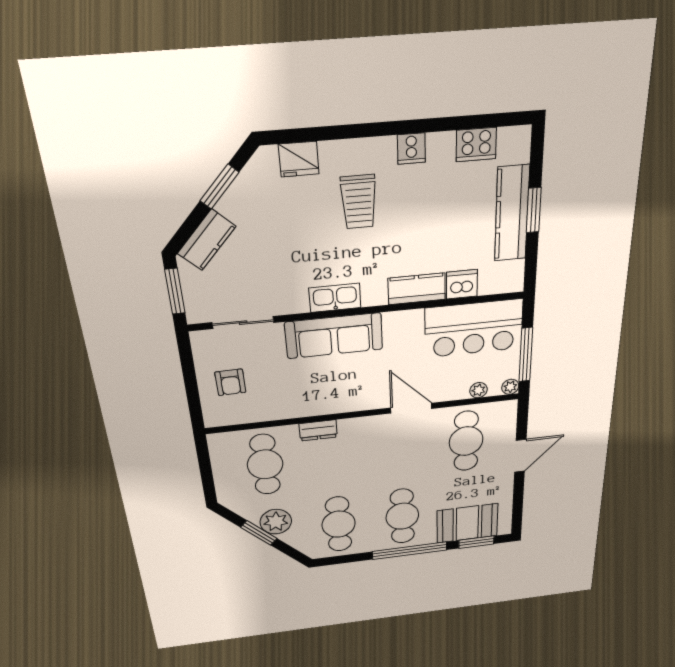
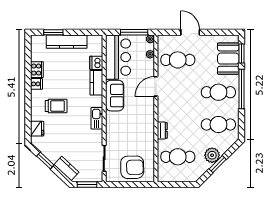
cooker: (476, 145) -> (37, 70), moved
window: (534, 210) -> (53, 32), moved
sofa: (334, 336) -> (115, 96), moved, width x0.73
armchair: (230, 382) -> (132, 167), width x1.88, depth x1.88

